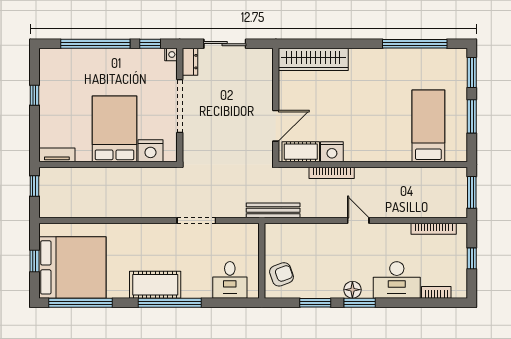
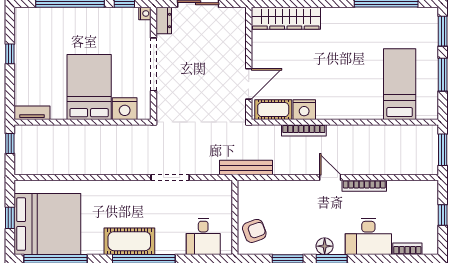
bookcase: (434, 229) -> (364, 186), moved

